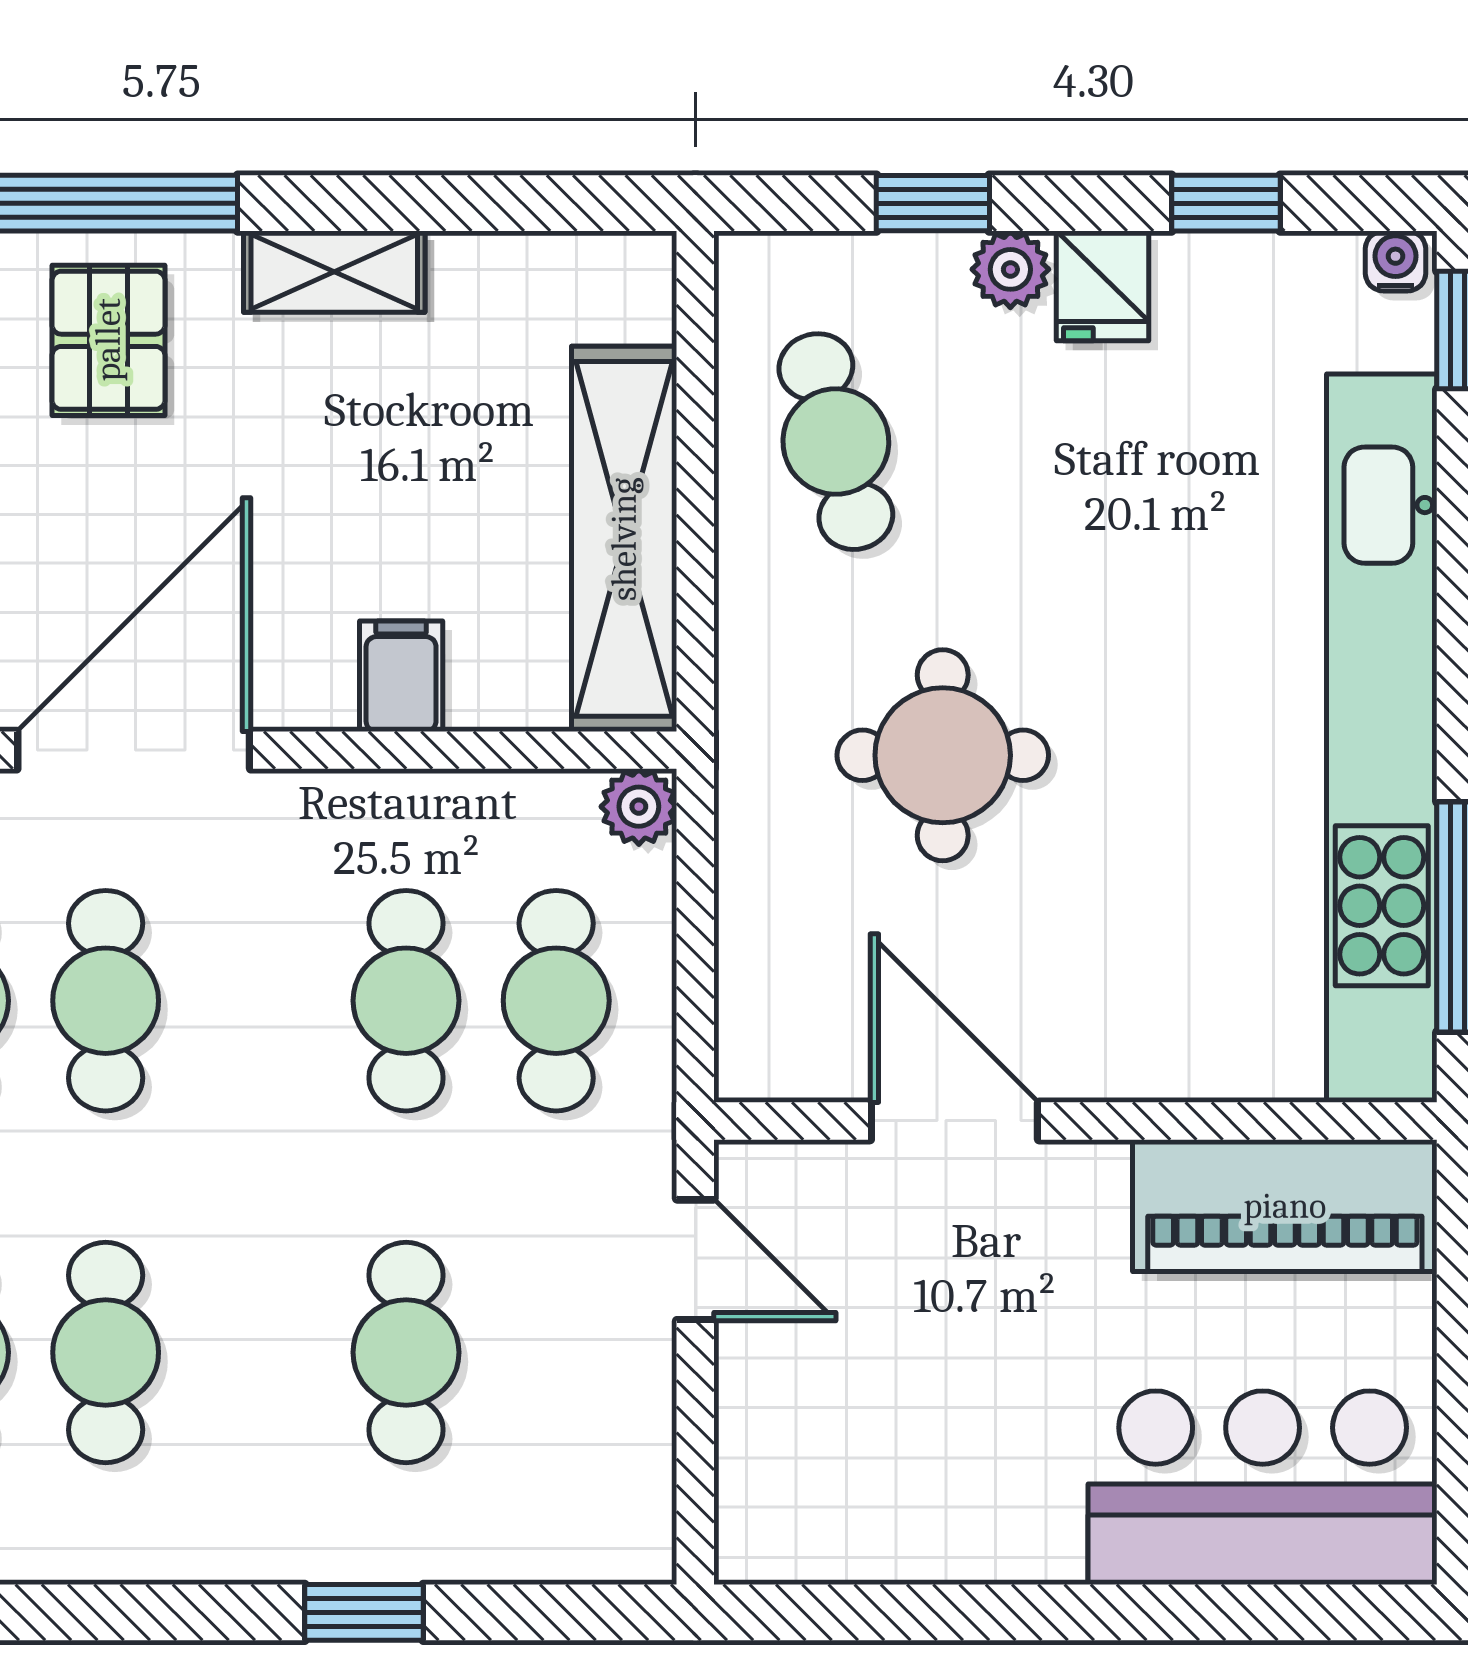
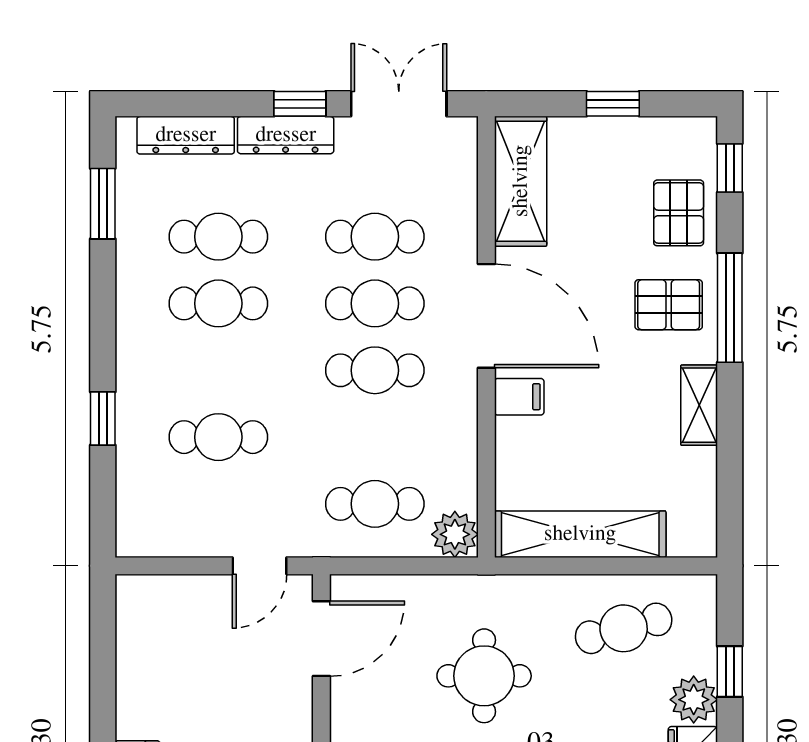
plant: (1010, 269) -> (694, 700), width x1.38, depth x1.38
filing cabinet: (401, 676) -> (519, 397), moved
plant: (639, 807) -> (455, 534), width x1.38, depth x1.38
cafe table: (406, 1001) -> (375, 370), moved
door: (954, 1121) -> (321, 639), moved

